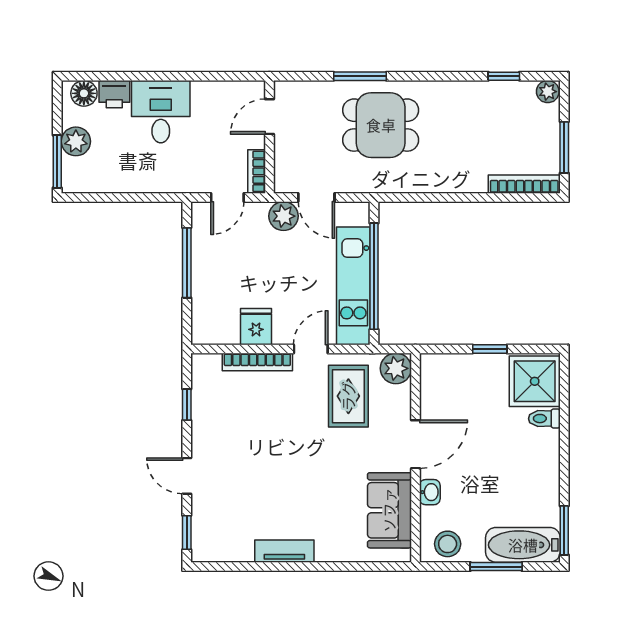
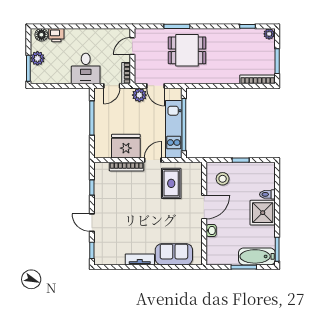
desk: (161, 112) -> (86, 68), moved, turned 180
fridge: (256, 327) -> (126, 146), width x1.88, depth x1.34
plant: (396, 368) -> (195, 170), removed
shower: (535, 381) -> (263, 213), moved
sofa: (389, 510) -> (174, 254), moved, turned 90
stool: (448, 544) -> (223, 179), moved

